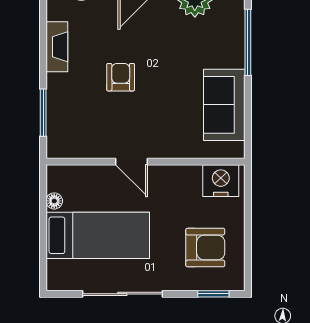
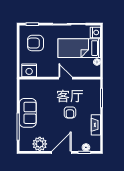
sofa: (224, 105) -> (28, 113), moved
nightstand: (58, 274) -> (95, 32), added

